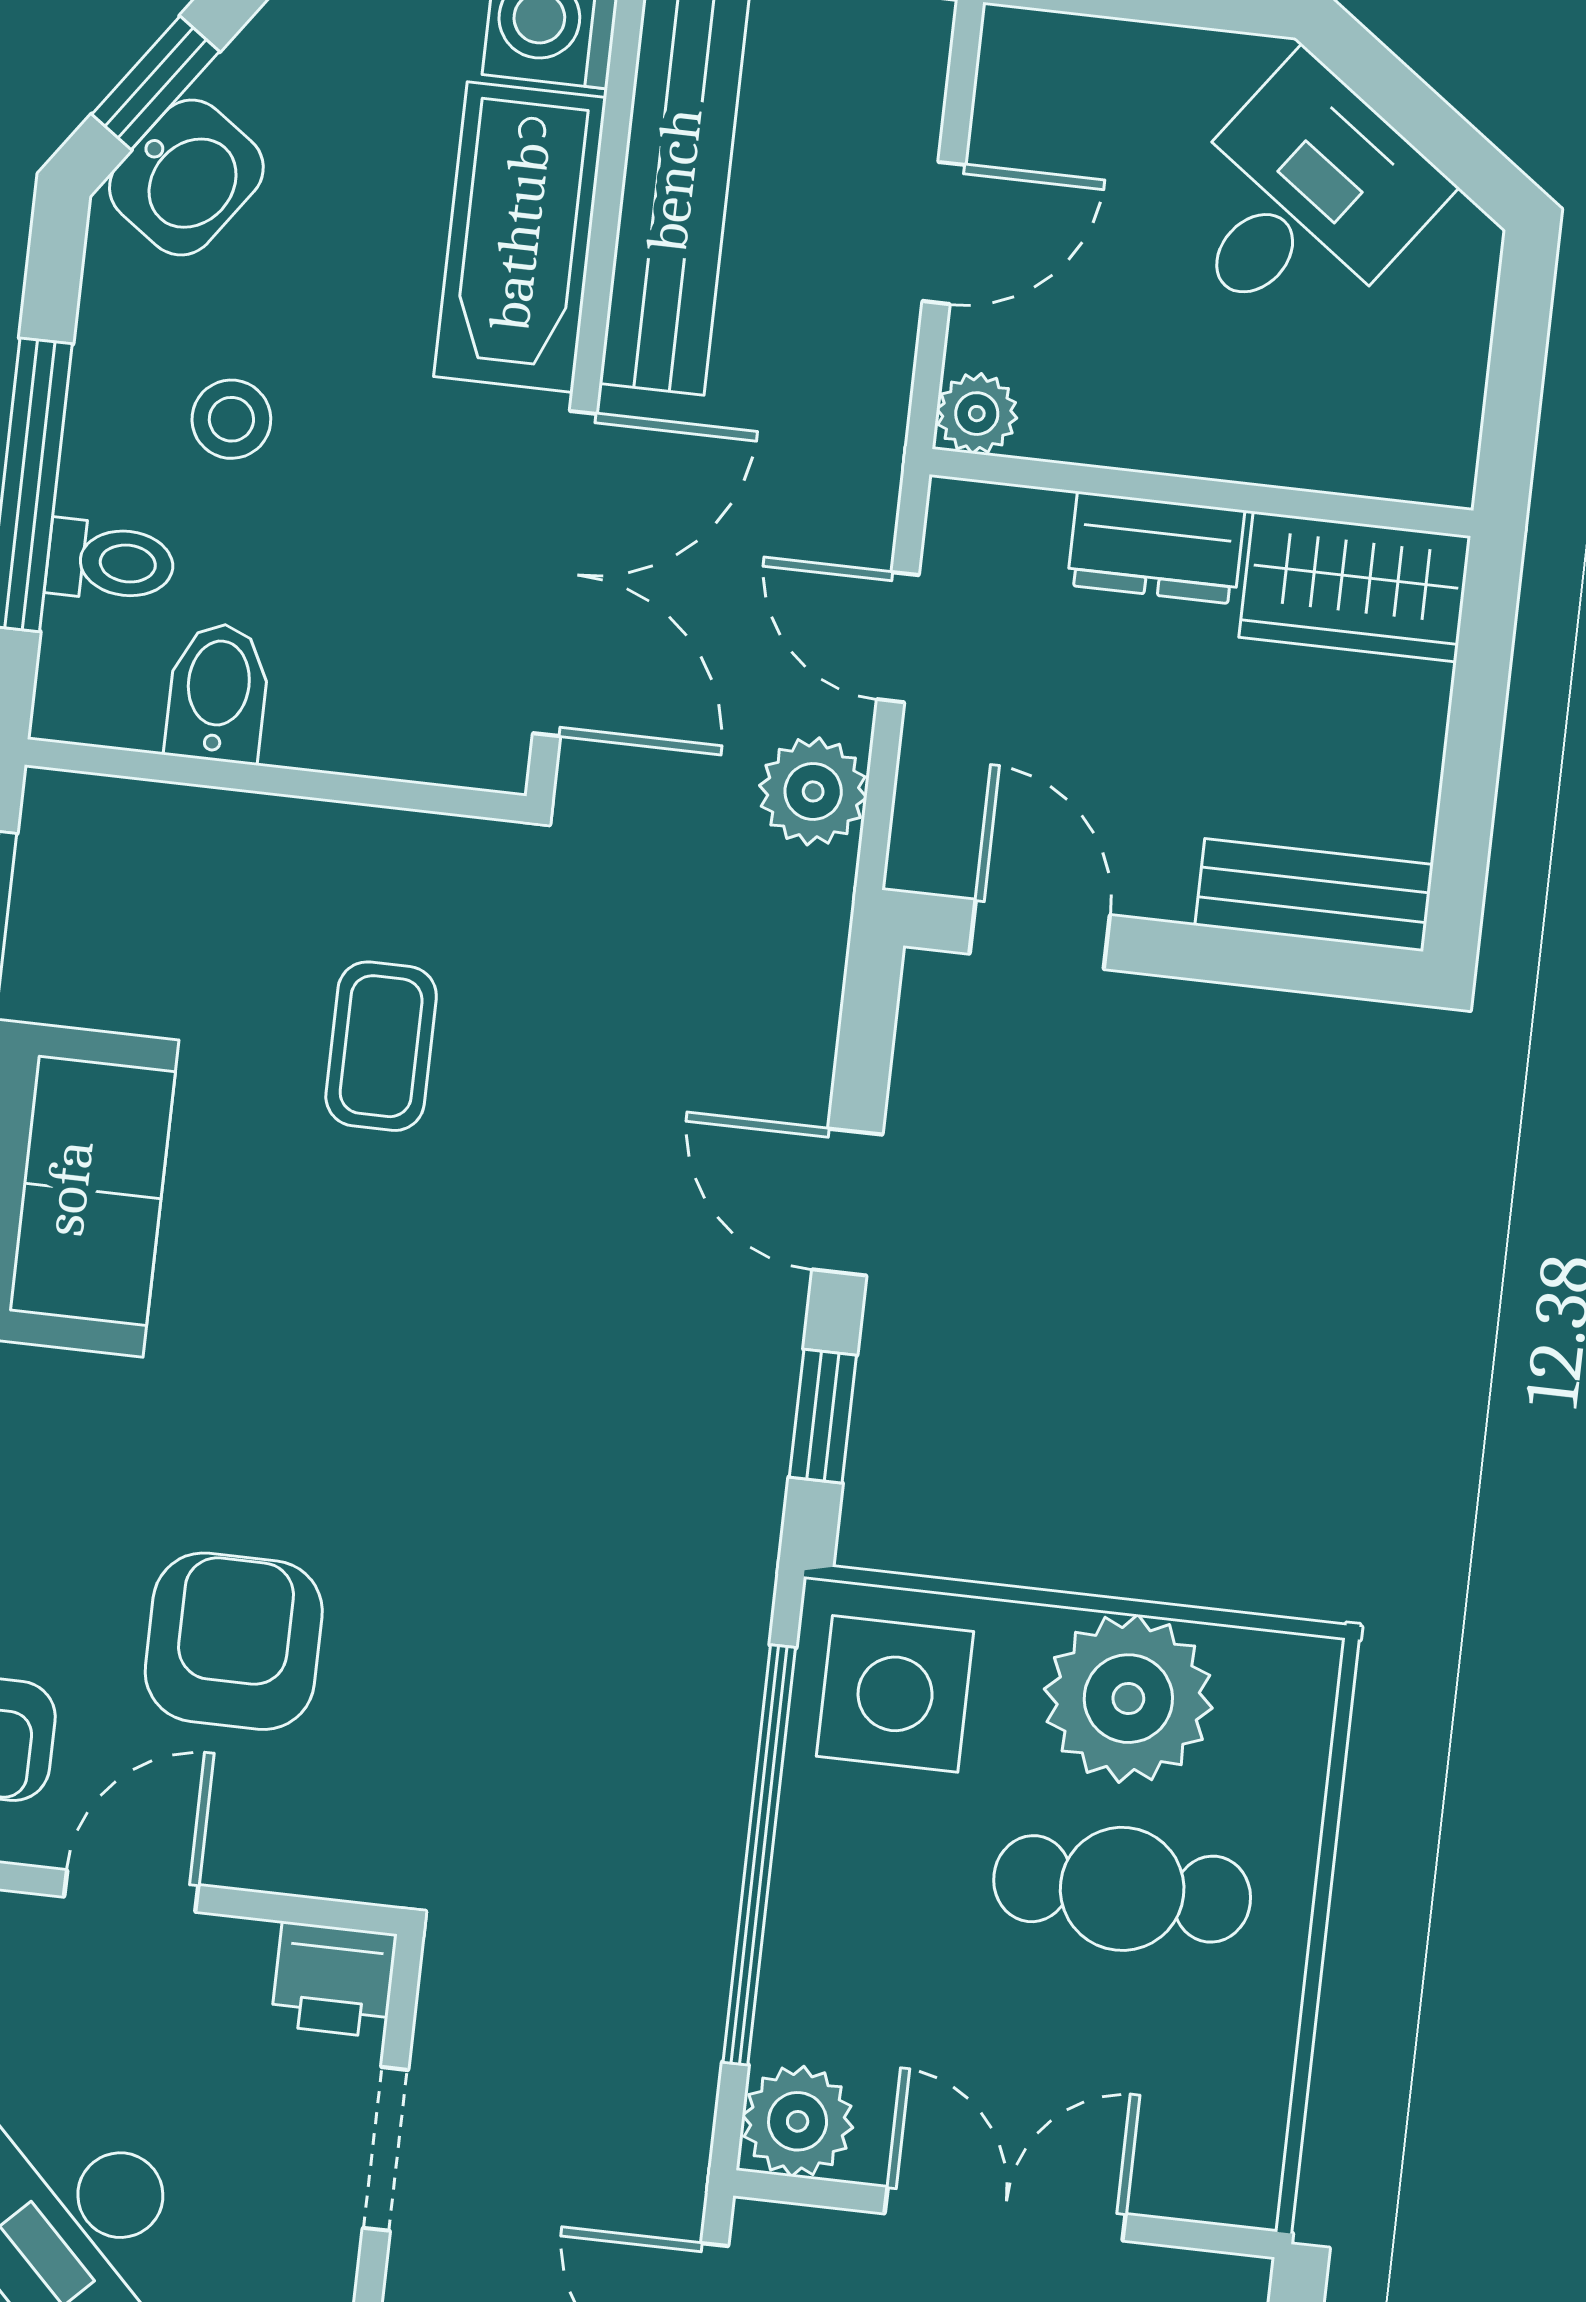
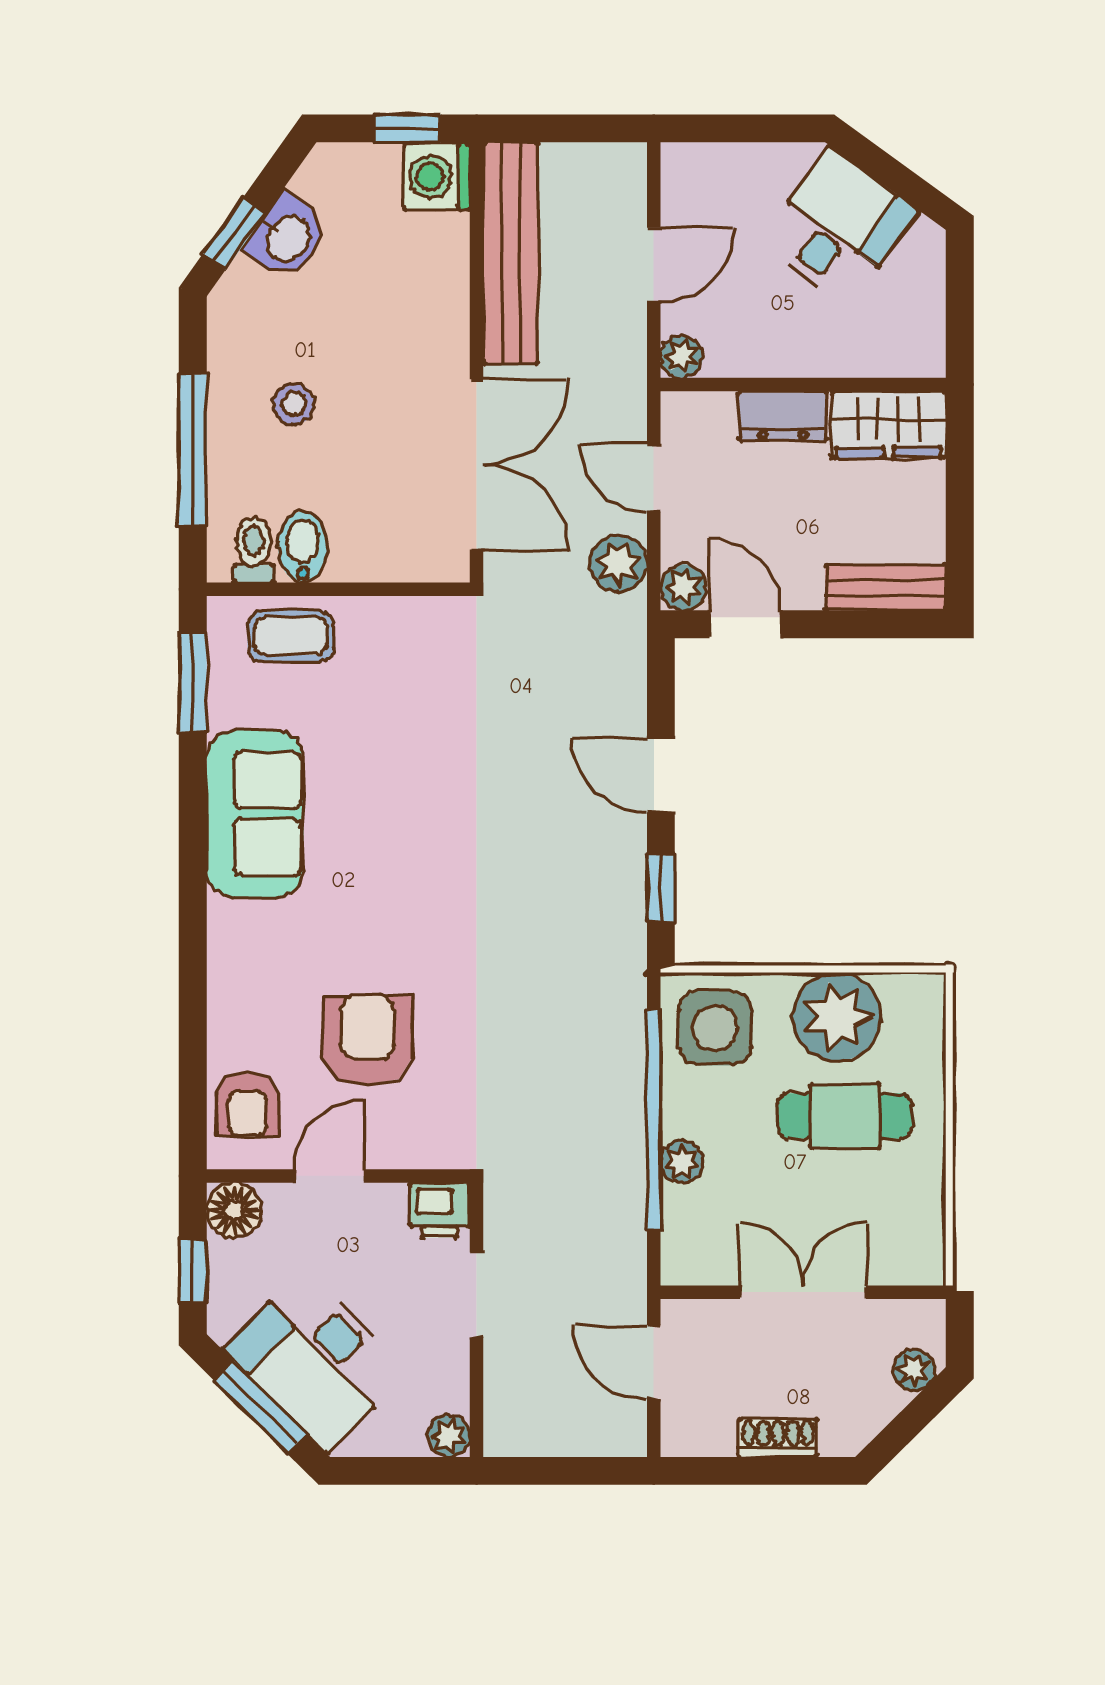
washbasin: (186, 177) -> (287, 237), moved
bathtub: (520, 237) -> (433, 292), removed
toilet: (110, 562) -> (254, 550), moved, turned -90
plant: (931, 851) -> (683, 587), added
coffee table: (381, 1046) -> (291, 636), moved, turned 90
plant: (798, 2121) -> (682, 1162), moved, width x0.73, depth x0.73

